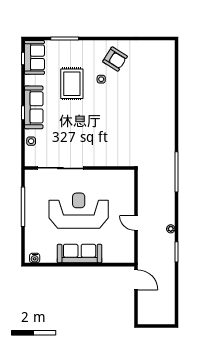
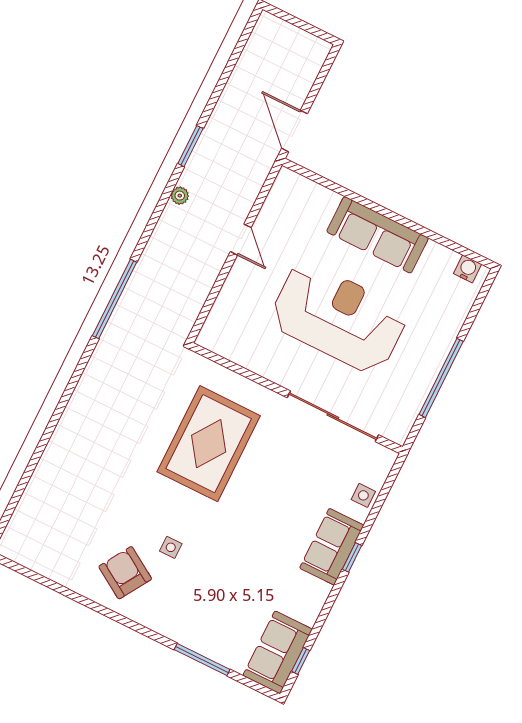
rug: (72, 84) -> (209, 444), moved, width x1.37, depth x1.44
sofa: (34, 107) -> (332, 547), width x0.73
reception desk: (79, 211) -> (339, 317), turned 180

